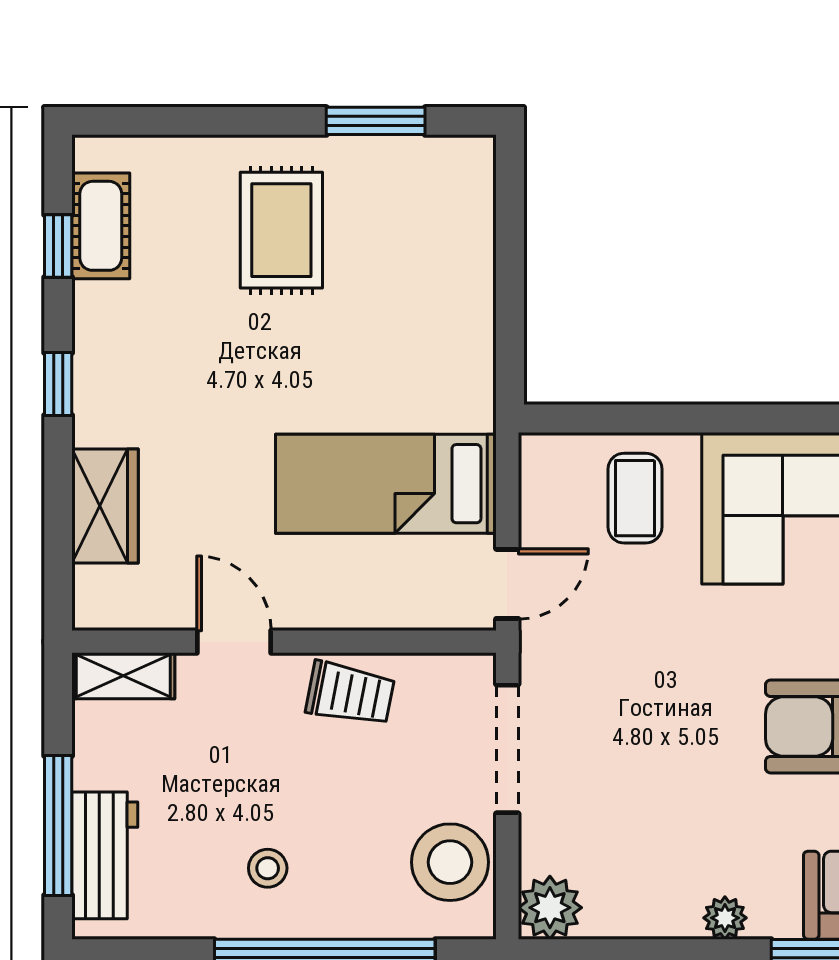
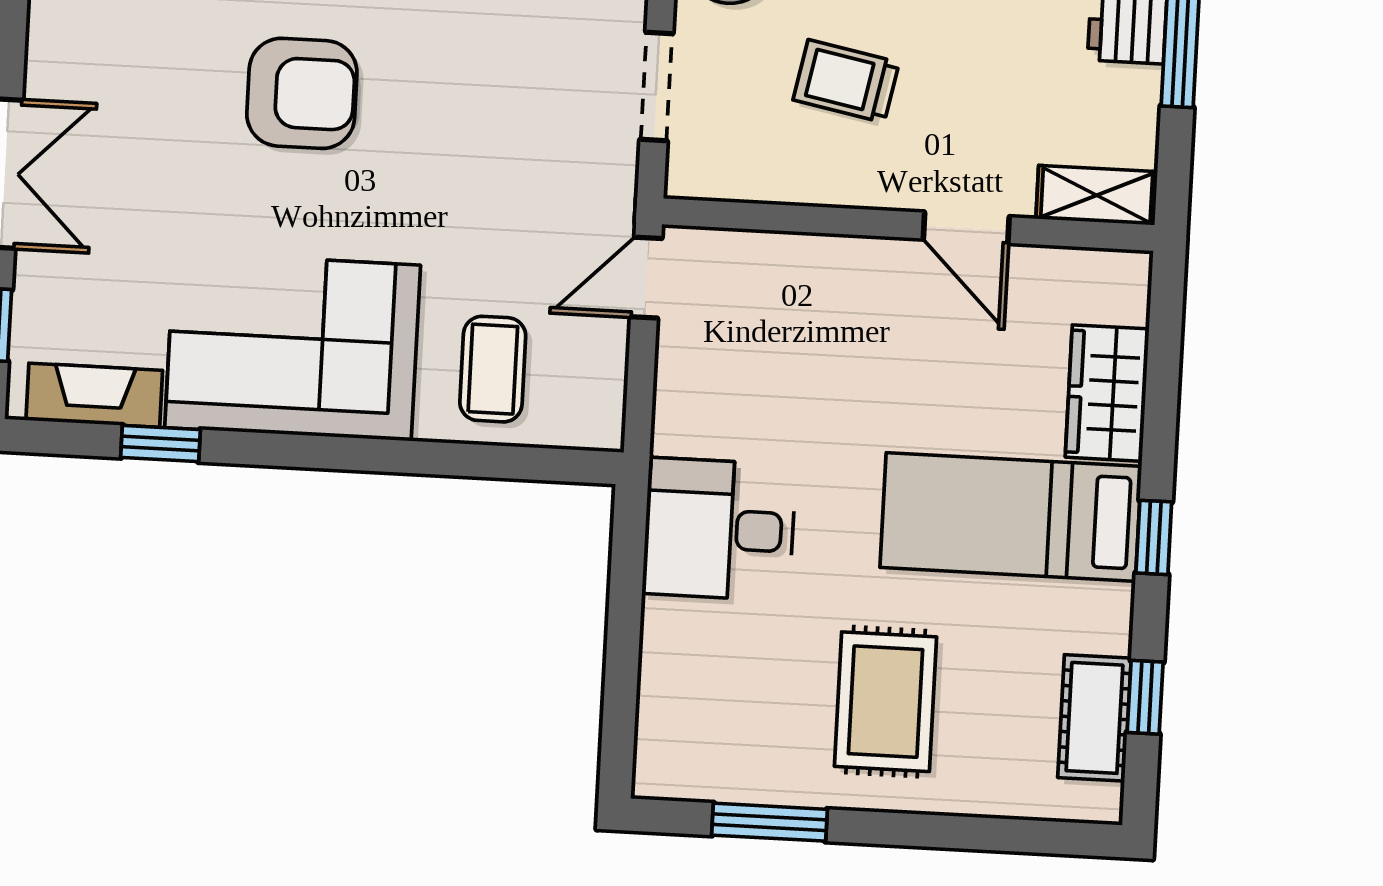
desk: (433, 371) -> (719, 529), added
bed: (386, 484) -> (1011, 517), moved, turned 180
trolley: (350, 694) -> (846, 81), moved
doorway: (507, 749) -> (656, 87), width x0.73

